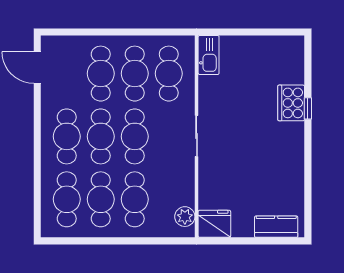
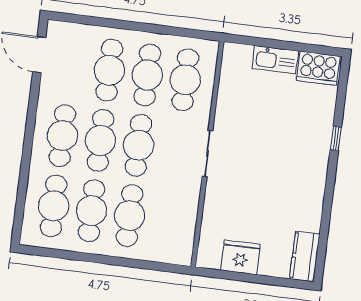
kitchen sink: (209, 55) -> (275, 60), moved, turned 90
cooker: (291, 103) -> (318, 68), moved, turned -90
plant: (185, 217) -> (183, 242), removed
fridge: (214, 224) -> (240, 257), moved
kitchen counter: (276, 227) -> (305, 256), moved, turned -90

